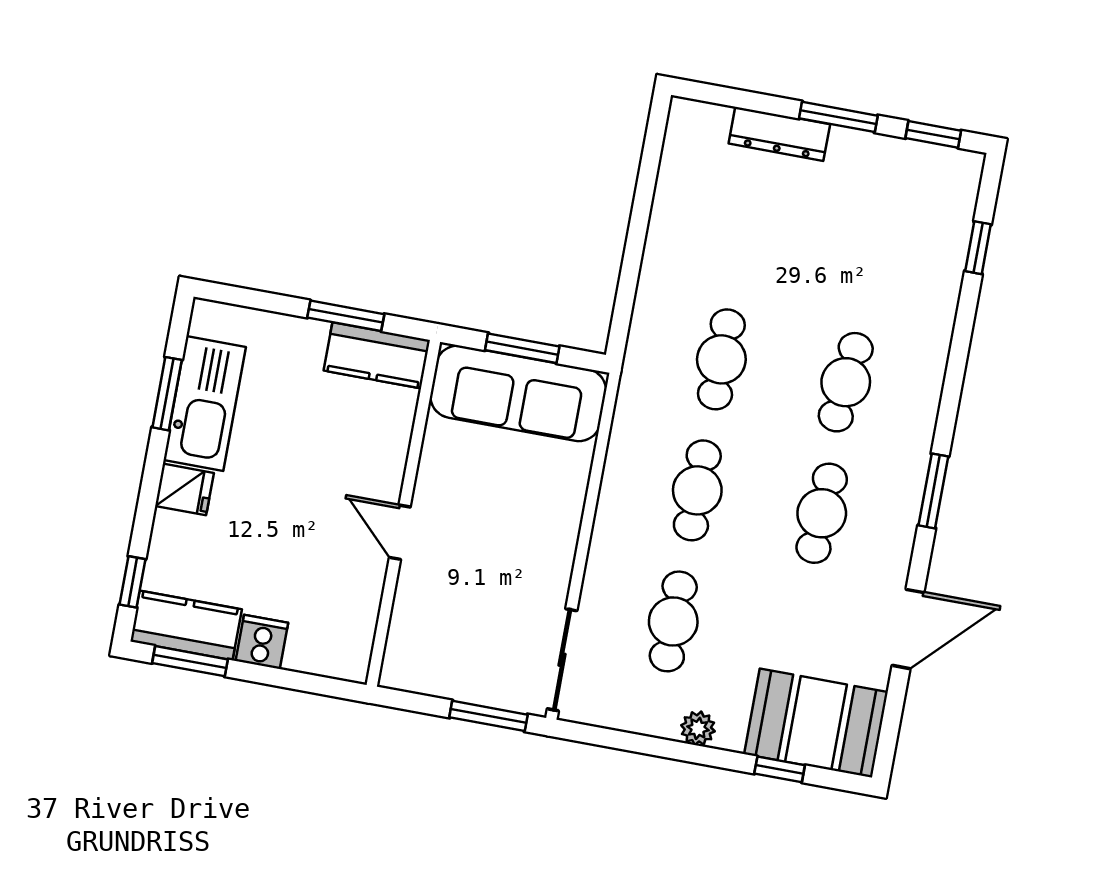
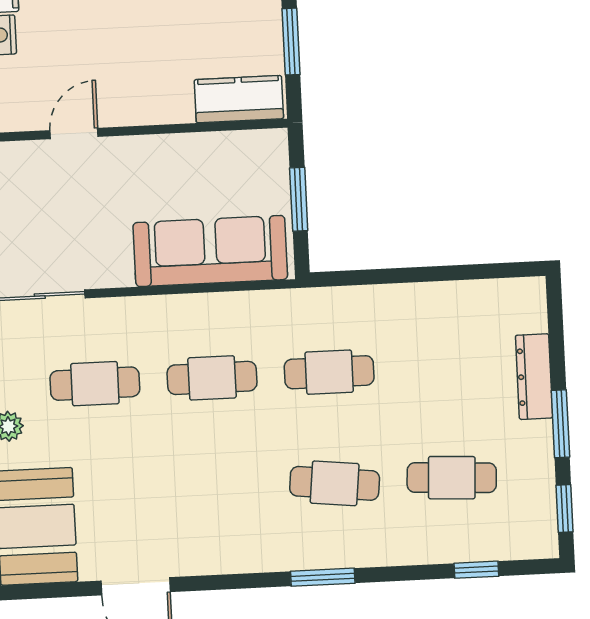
kitchen counter: (377, 355) -> (239, 99), moved, turned 90
sofa: (518, 393) -> (210, 251), moved, turned 90
window: (933, 491) -> (323, 577), moved
cafe table: (822, 513) -> (452, 478), moved
door: (400, 532) -> (74, 133), moved

